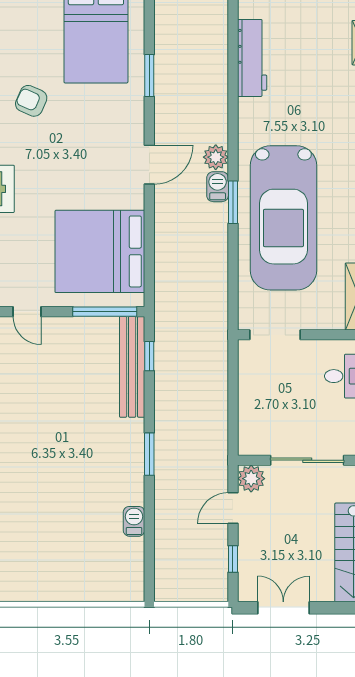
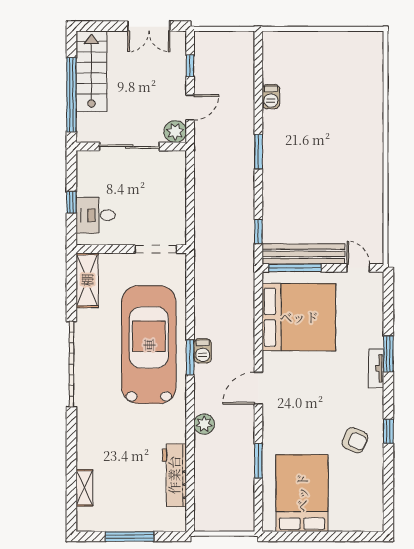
plant: (216, 157) -> (204, 424), moved
barbecue: (218, 187) -> (203, 351), moved
bench: (132, 367) -> (303, 254), moved, turned 90

